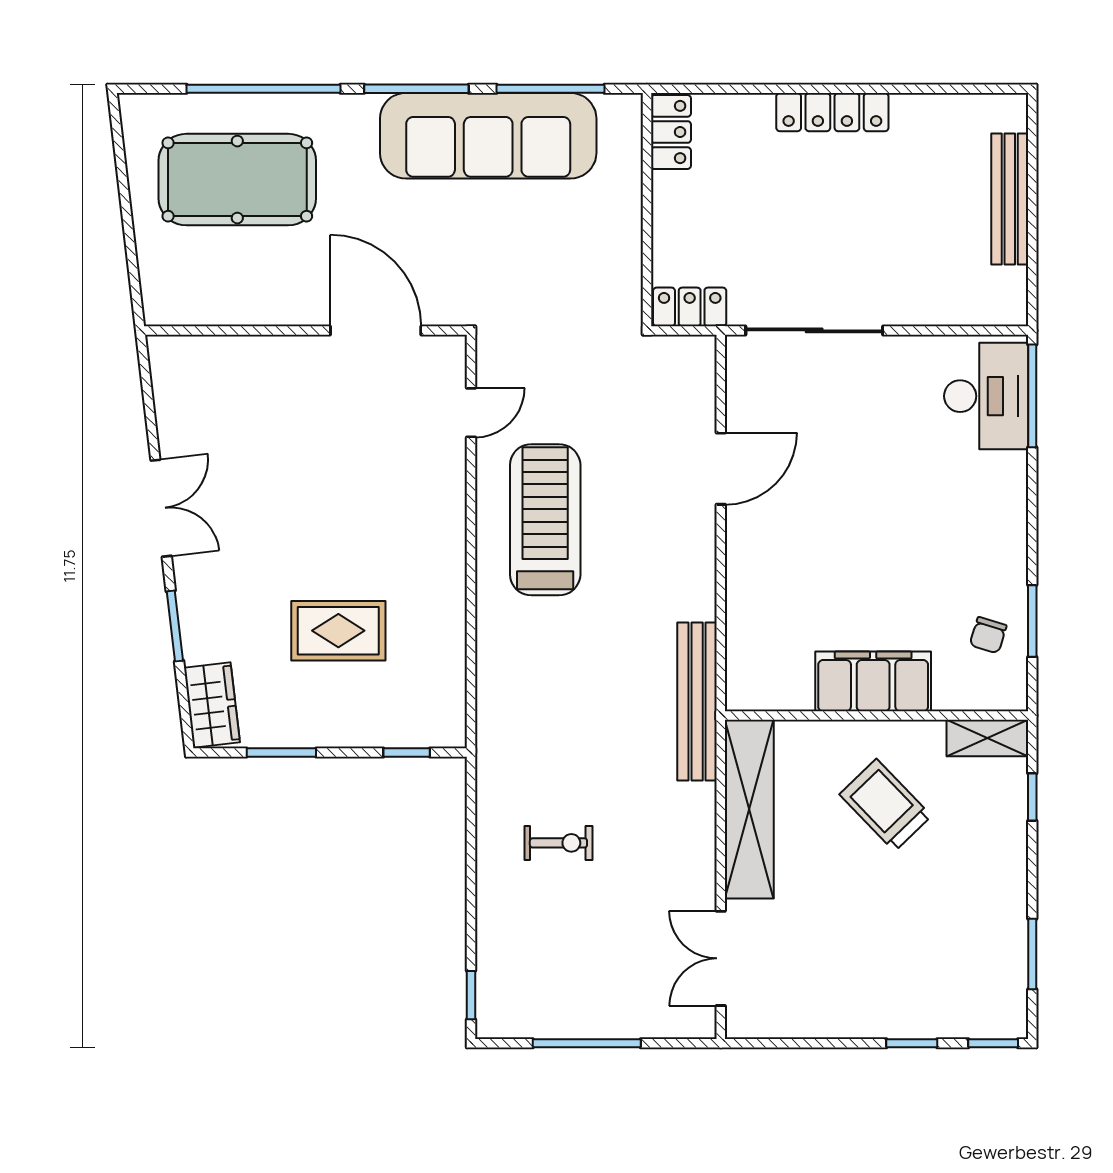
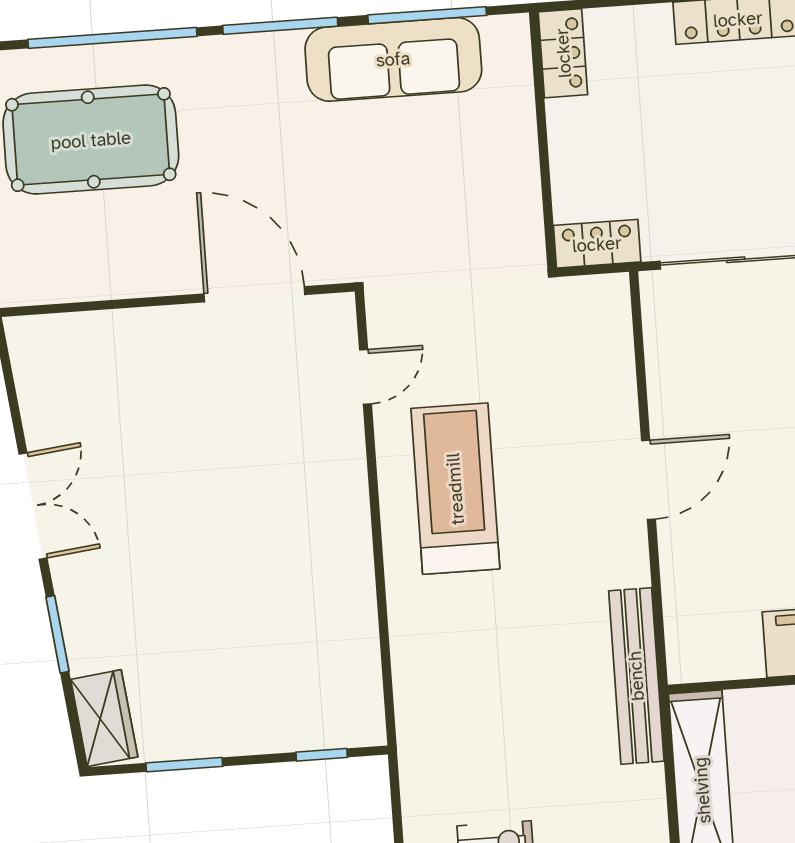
sofa: (488, 136) -> (393, 59), width x0.74, depth x0.79
door: (721, 469) -> (648, 480), moved
rug: (338, 631) -> (237, 627), removed

